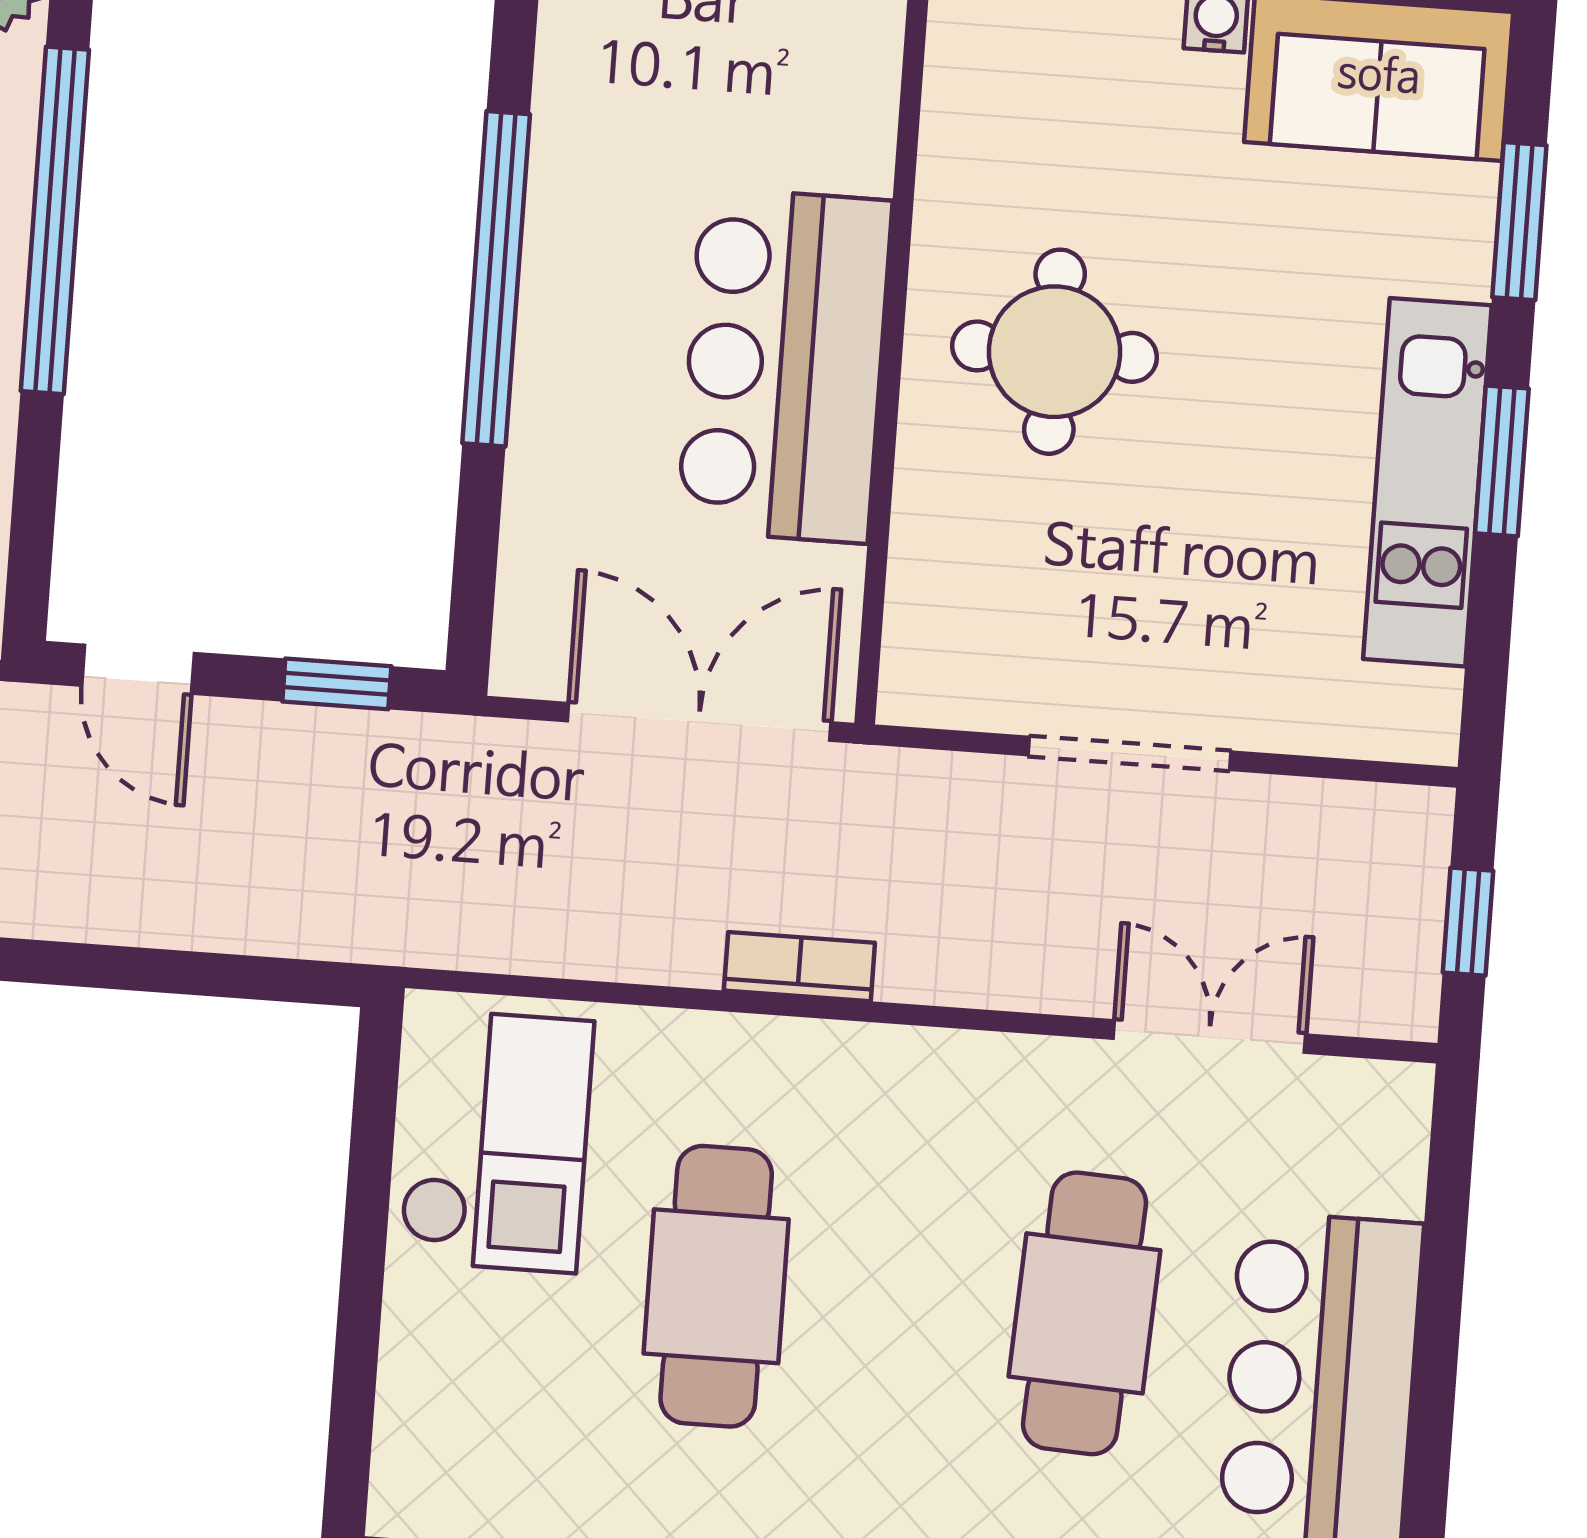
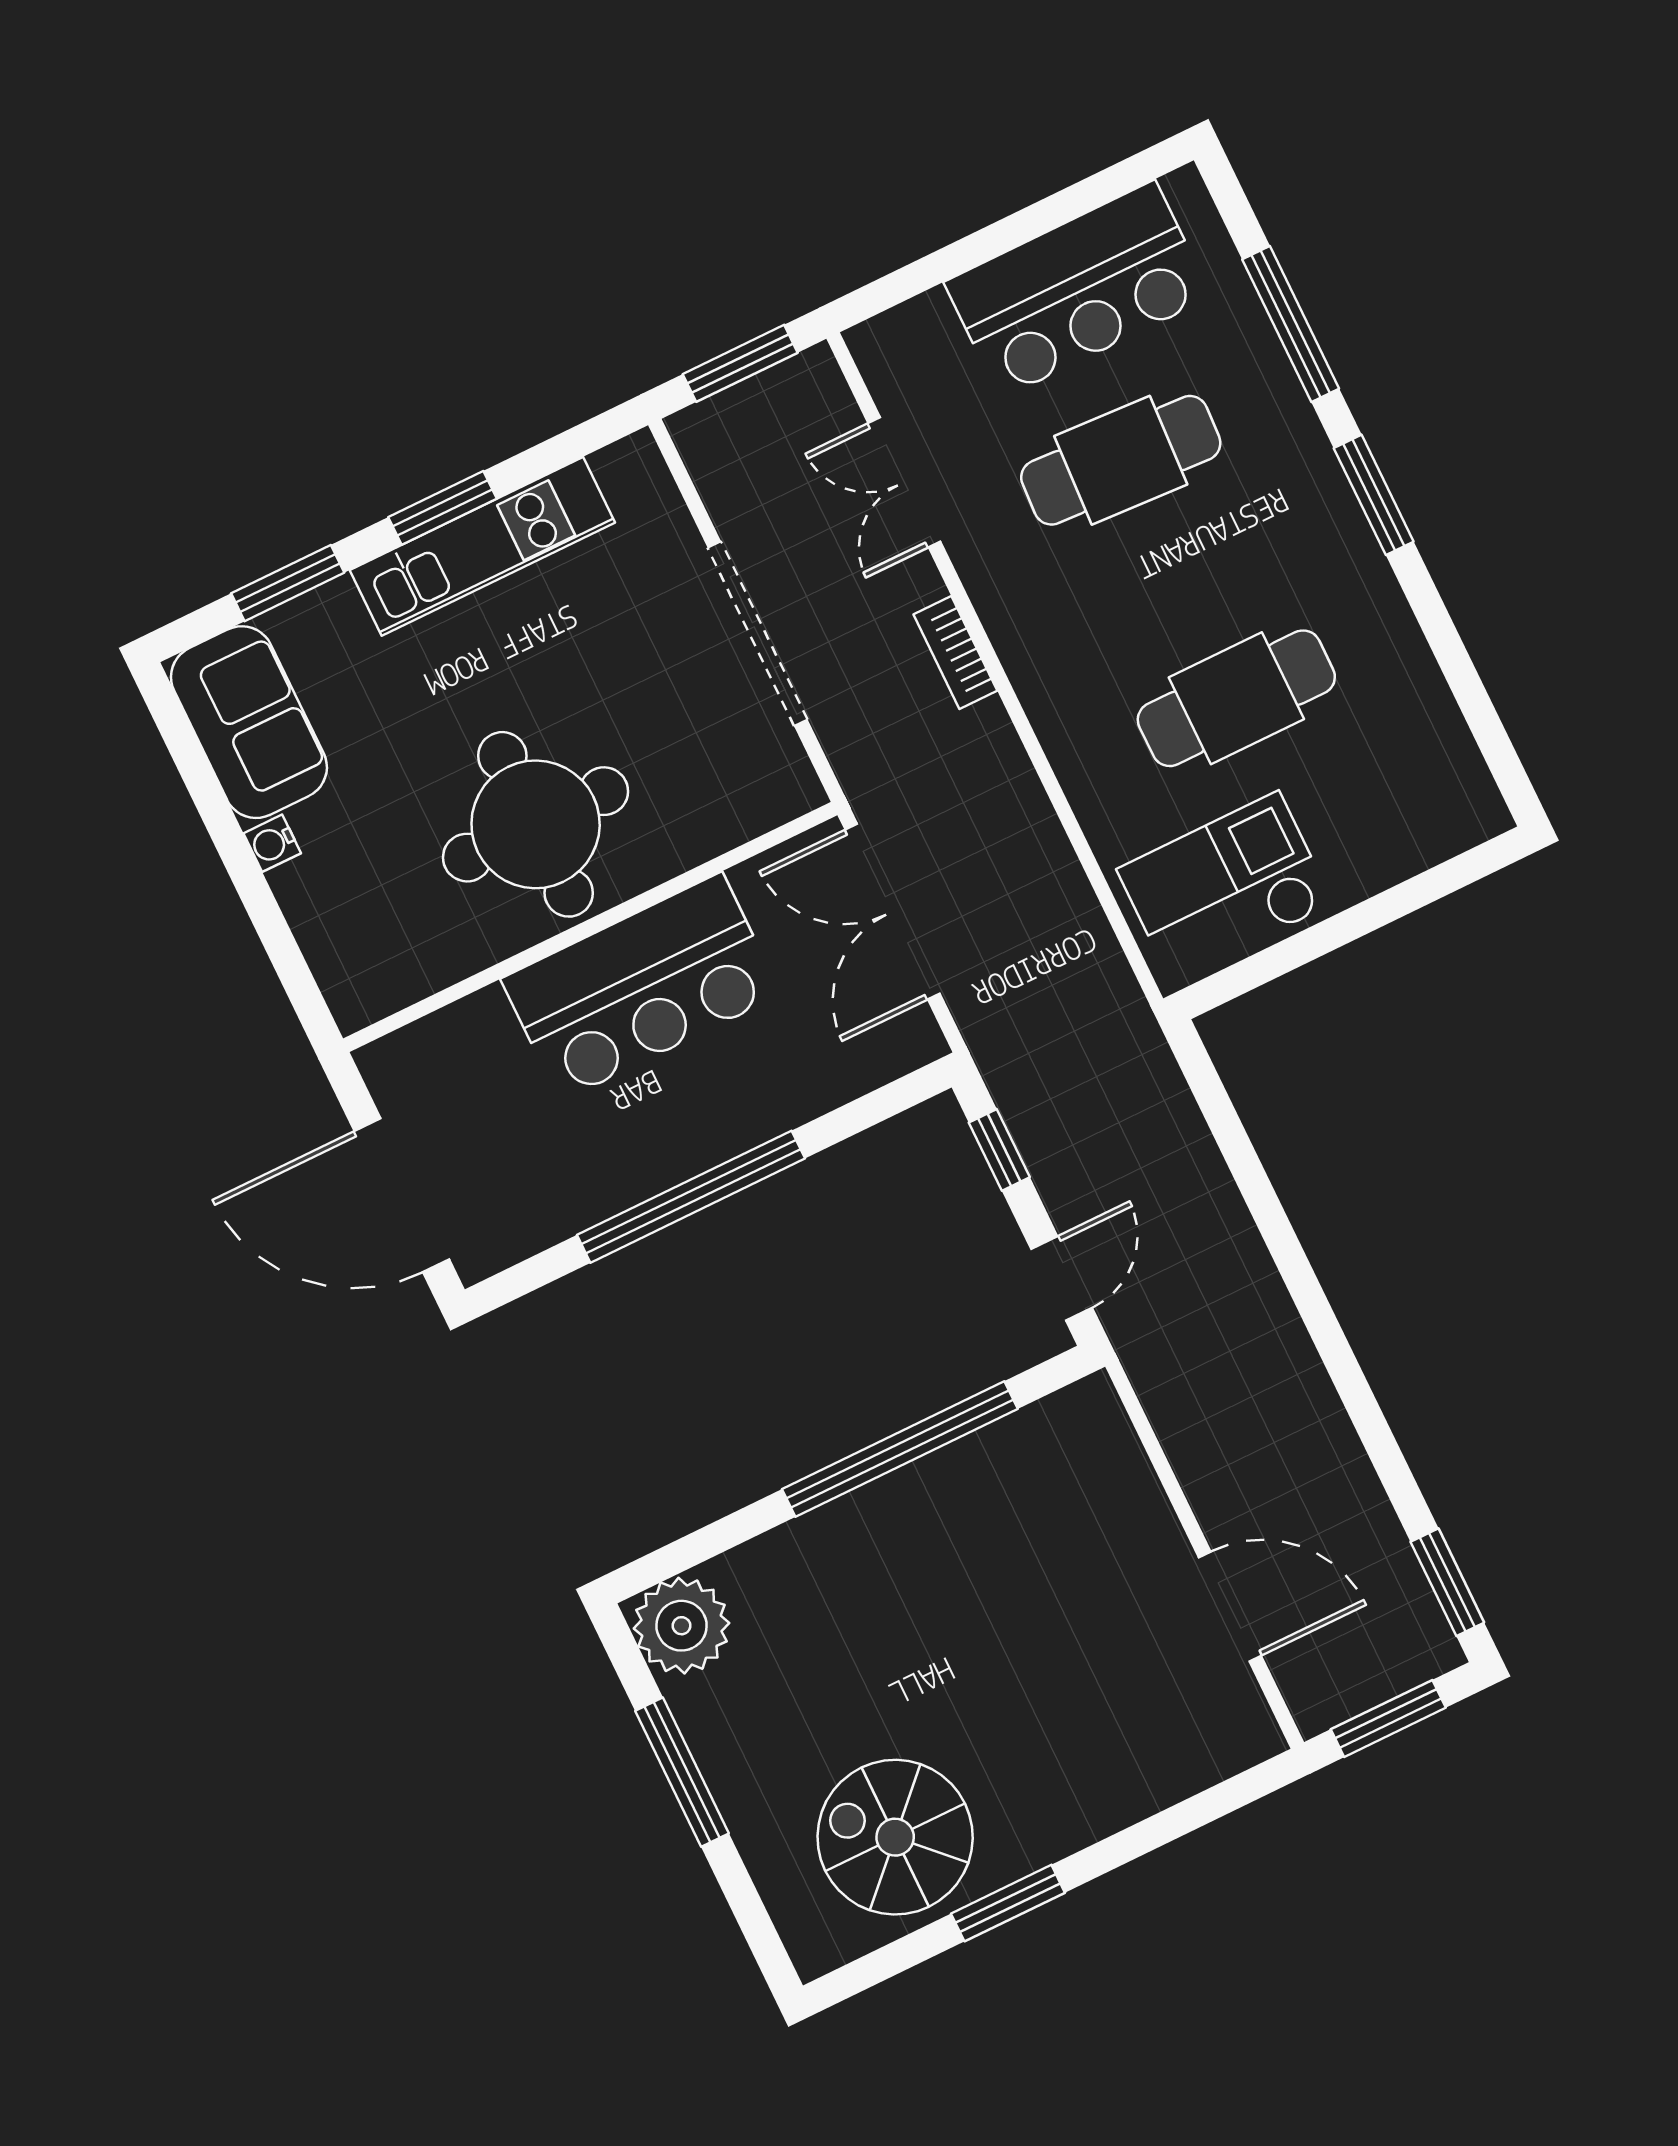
window: (55, 220) -> (900, 1449), moved
round table: (1055, 352) -> (536, 824), width x1.36, depth x1.36
doorway: (1129, 753) -> (758, 634), width x1.36
window: (1468, 922) -> (740, 363), width x1.50
bookcase: (799, 967) -> (955, 653), moved

